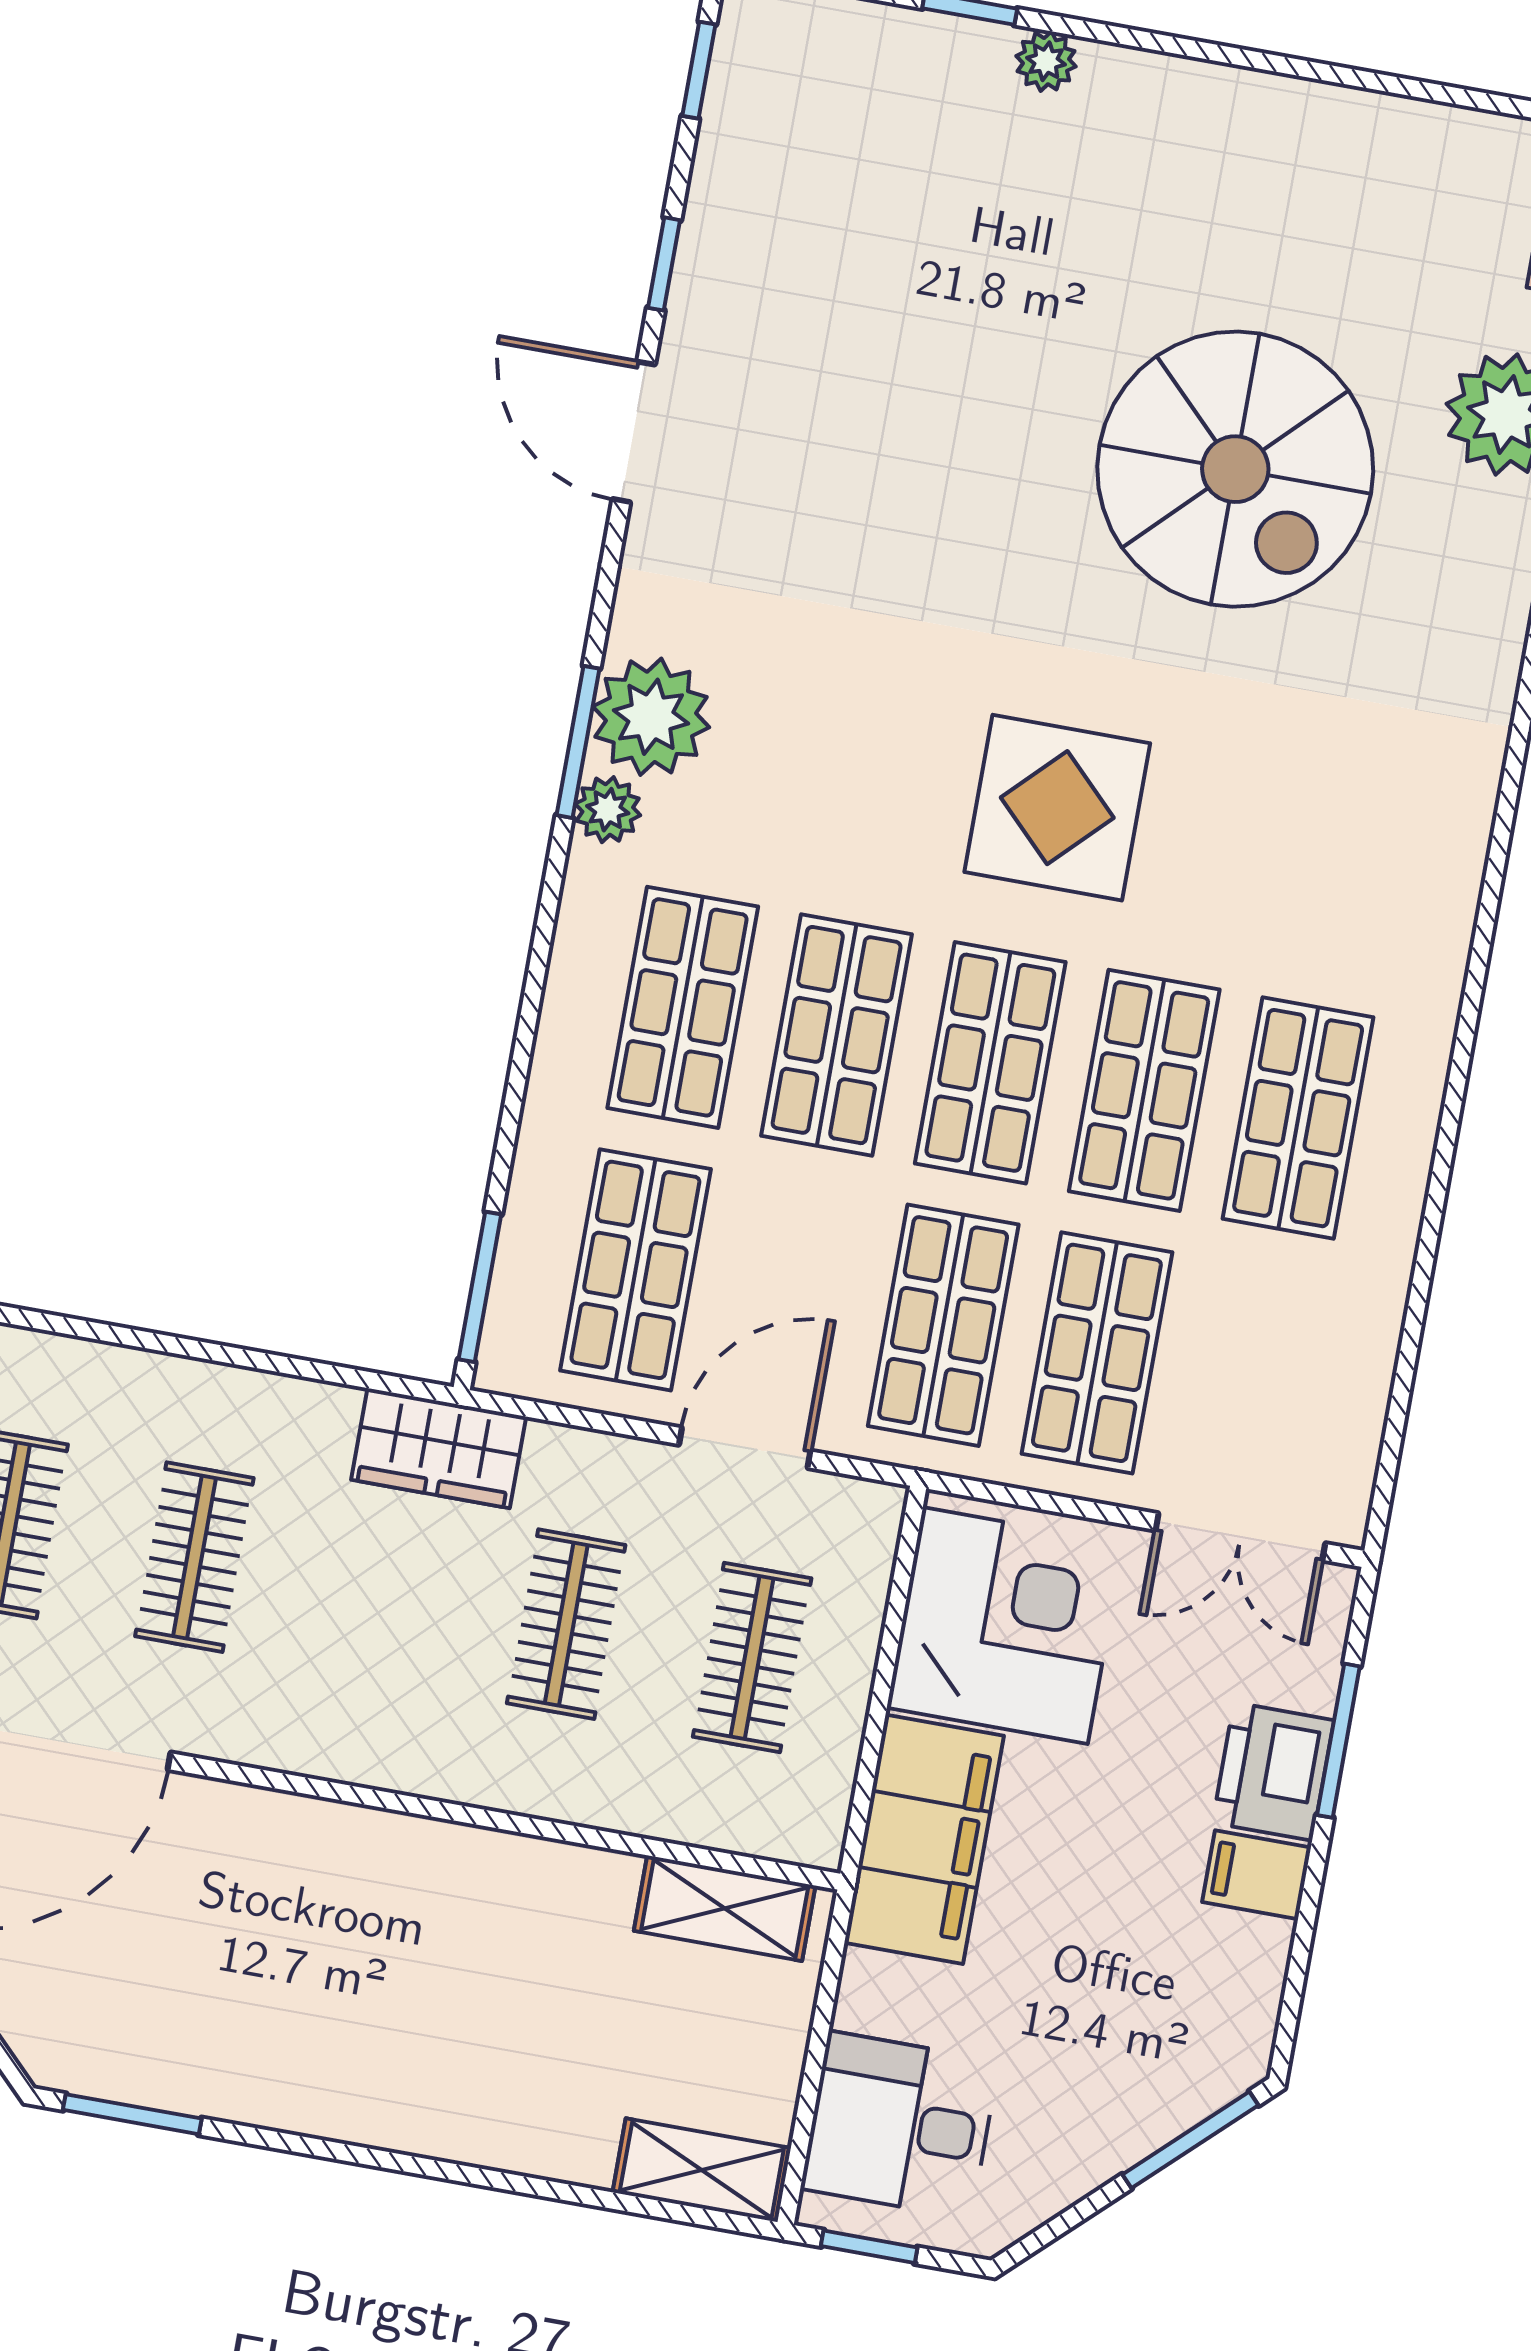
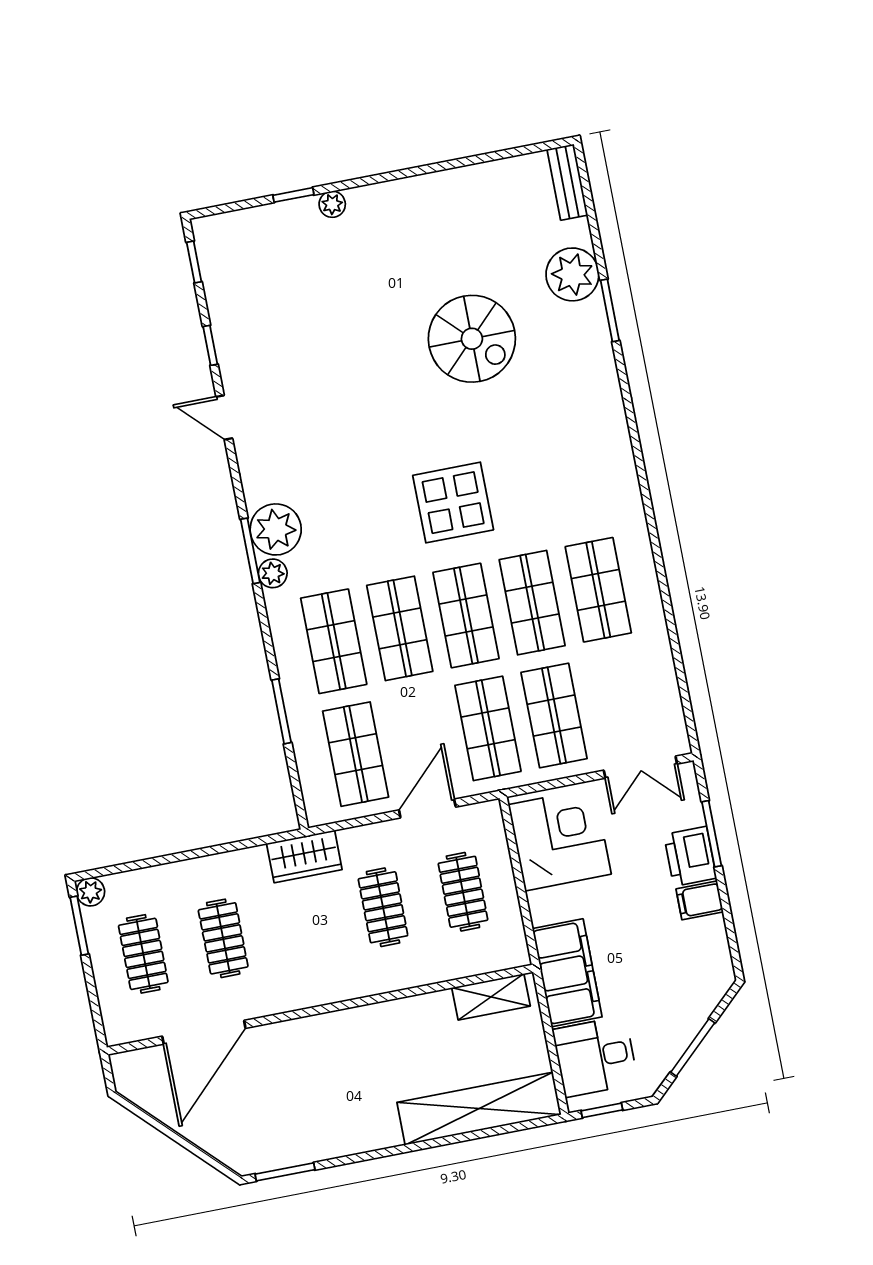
door: (634, 432) -> (224, 417), width x0.73
spiral stairs: (1235, 469) -> (472, 339), width x0.73, depth x0.73
window: (480, 1287) -> (281, 711), moved
filing cabinet: (924, 1839) -> (567, 973), moved
window: (1190, 2140) -> (693, 1047), moved
shelving: (702, 2170) -> (479, 1109), width x2.20, depth x1.33

